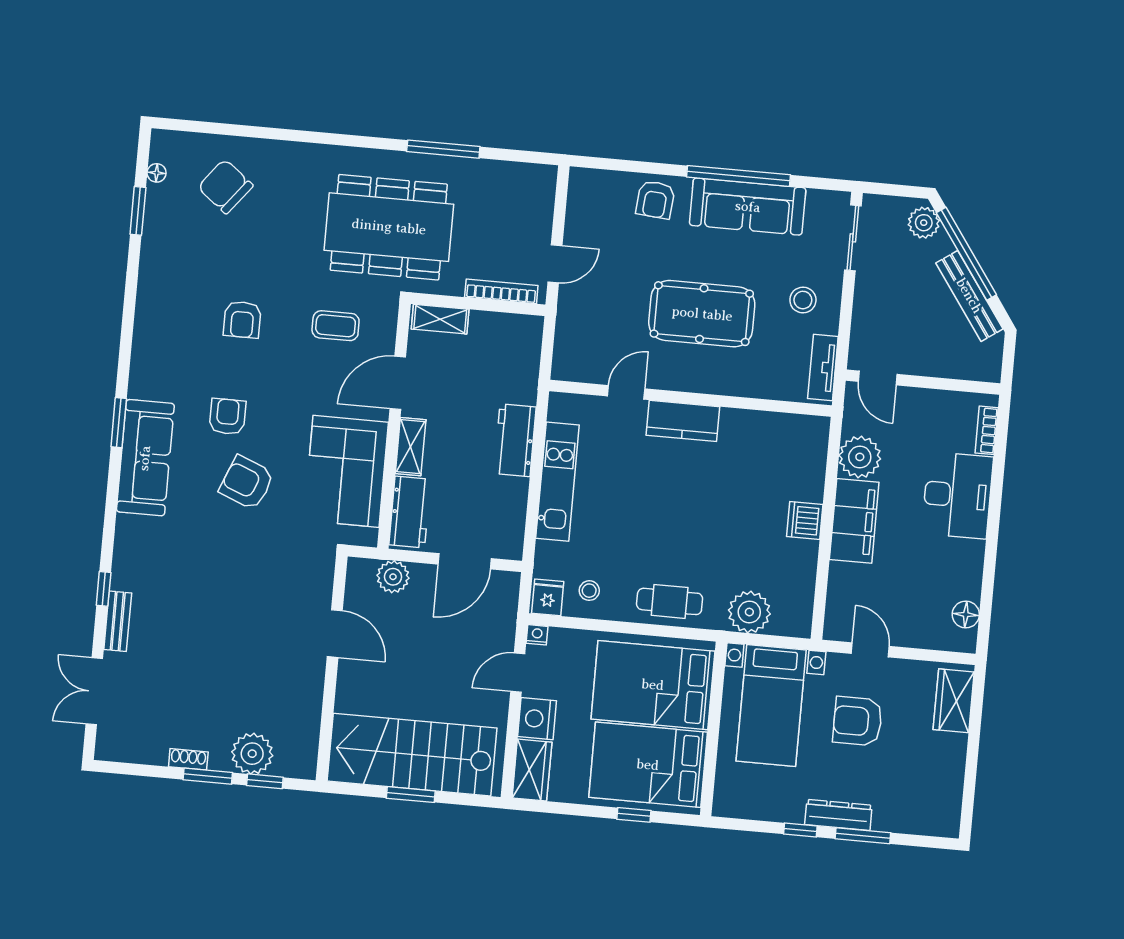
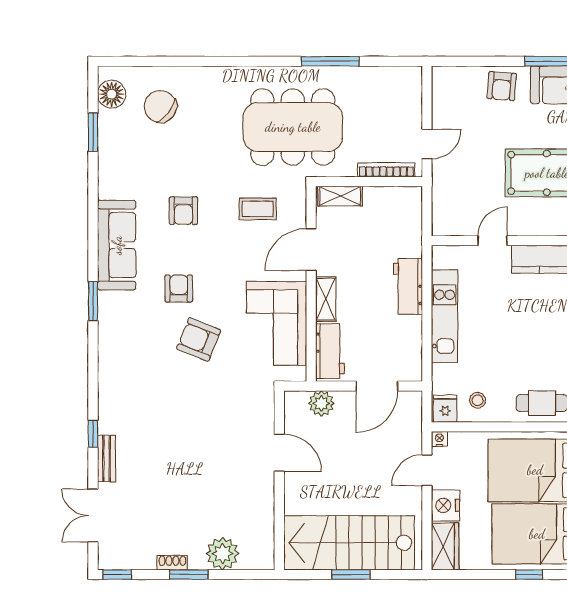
floor lamp: (157, 173) -> (112, 94), width x1.89, depth x1.89
sofa: (145, 458) -> (117, 245), moved
window: (265, 781) -> (117, 575), moved

